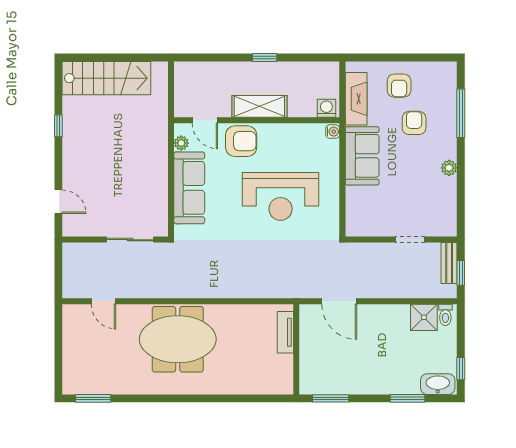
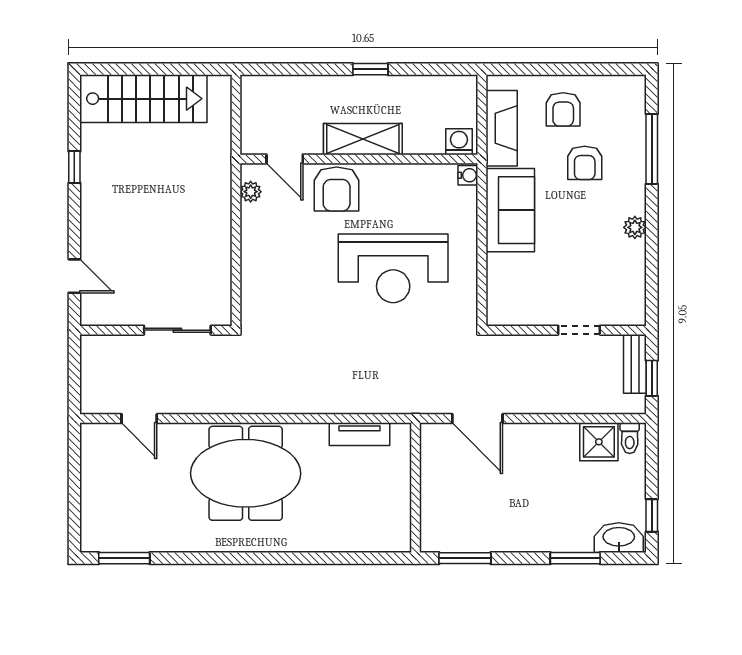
armchair: (414, 123) -> (585, 163), turned 180
armchair: (241, 141) -> (337, 189), turned 90
sofa: (189, 188) -> (262, 256), removed
tv unit: (285, 332) -> (360, 434), moved, turned -90

